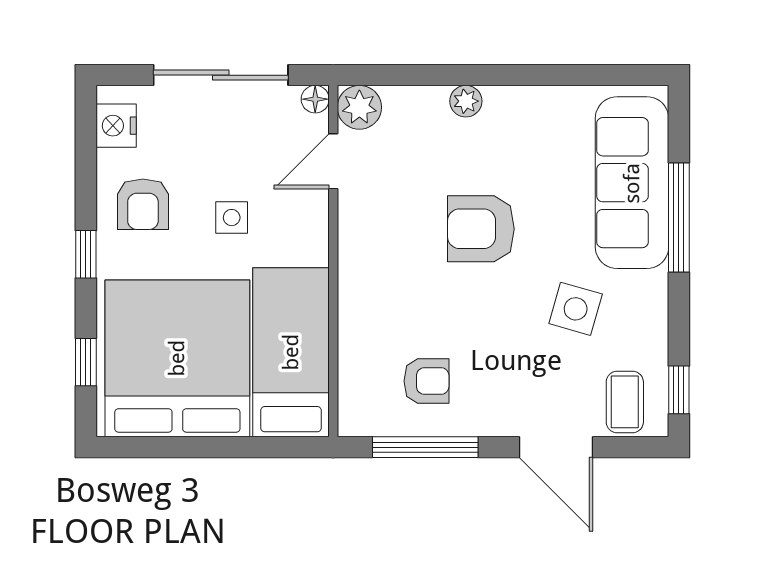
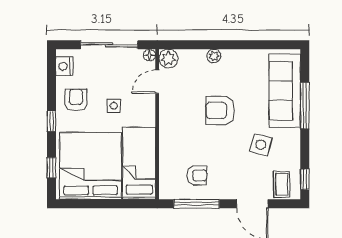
armchair: (143, 204) -> (76, 100), turned 180

